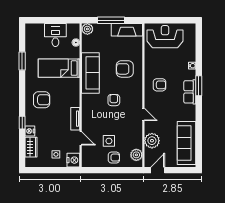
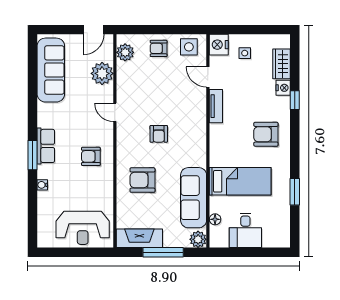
armchair: (125, 69) -> (142, 180), turned 180
sofa: (90, 73) -> (194, 198), moved
side table: (109, 141) -> (189, 47), moved

